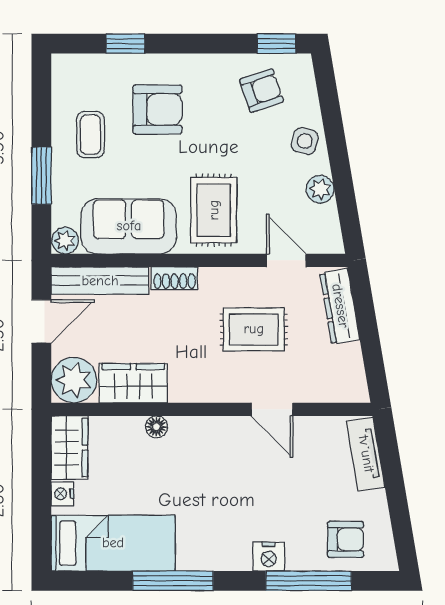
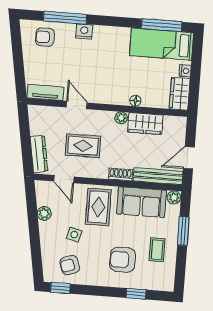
side table: (305, 141) -> (74, 235), moved
plant: (74, 380) -> (121, 118), moved, width x0.53, depth x0.53
tv unit: (366, 454) -> (45, 92), moved, turned -80
window: (173, 581) -> (162, 25), moved

